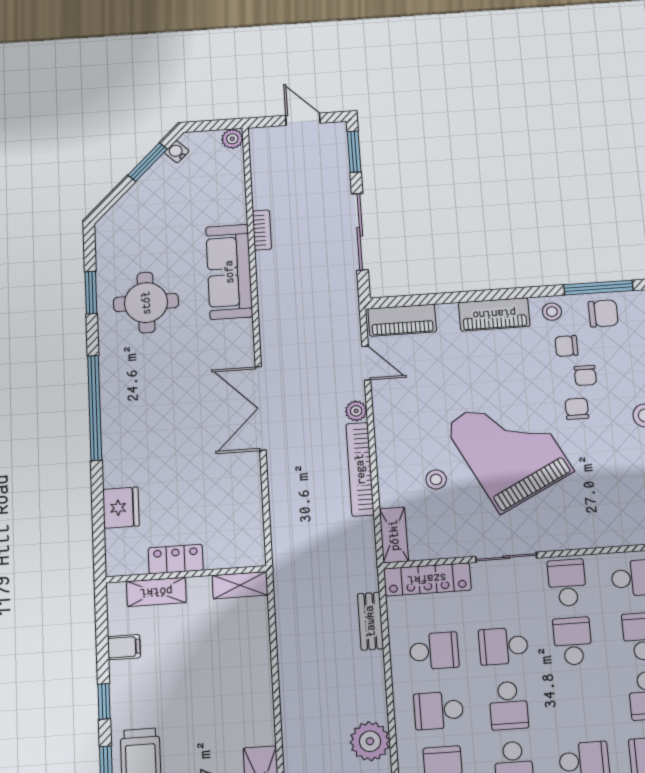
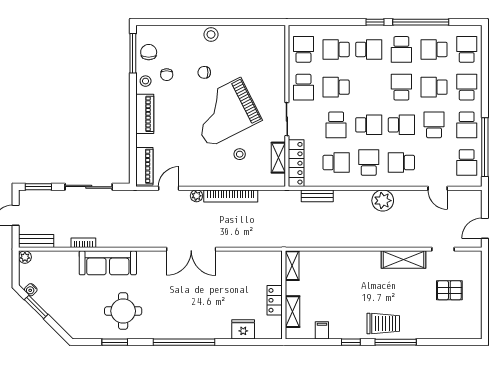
bench: (261, 154) -> (36, 241), added
chair: (585, 375) -> (185, 66), removed
shelving: (394, 535) -> (278, 158), moved, turned 90
school desk: (567, 583) -> (303, 87), turned -90
school desk: (434, 651) -> (336, 163), turned 90
school desk: (439, 710) -> (369, 163), turned 180

